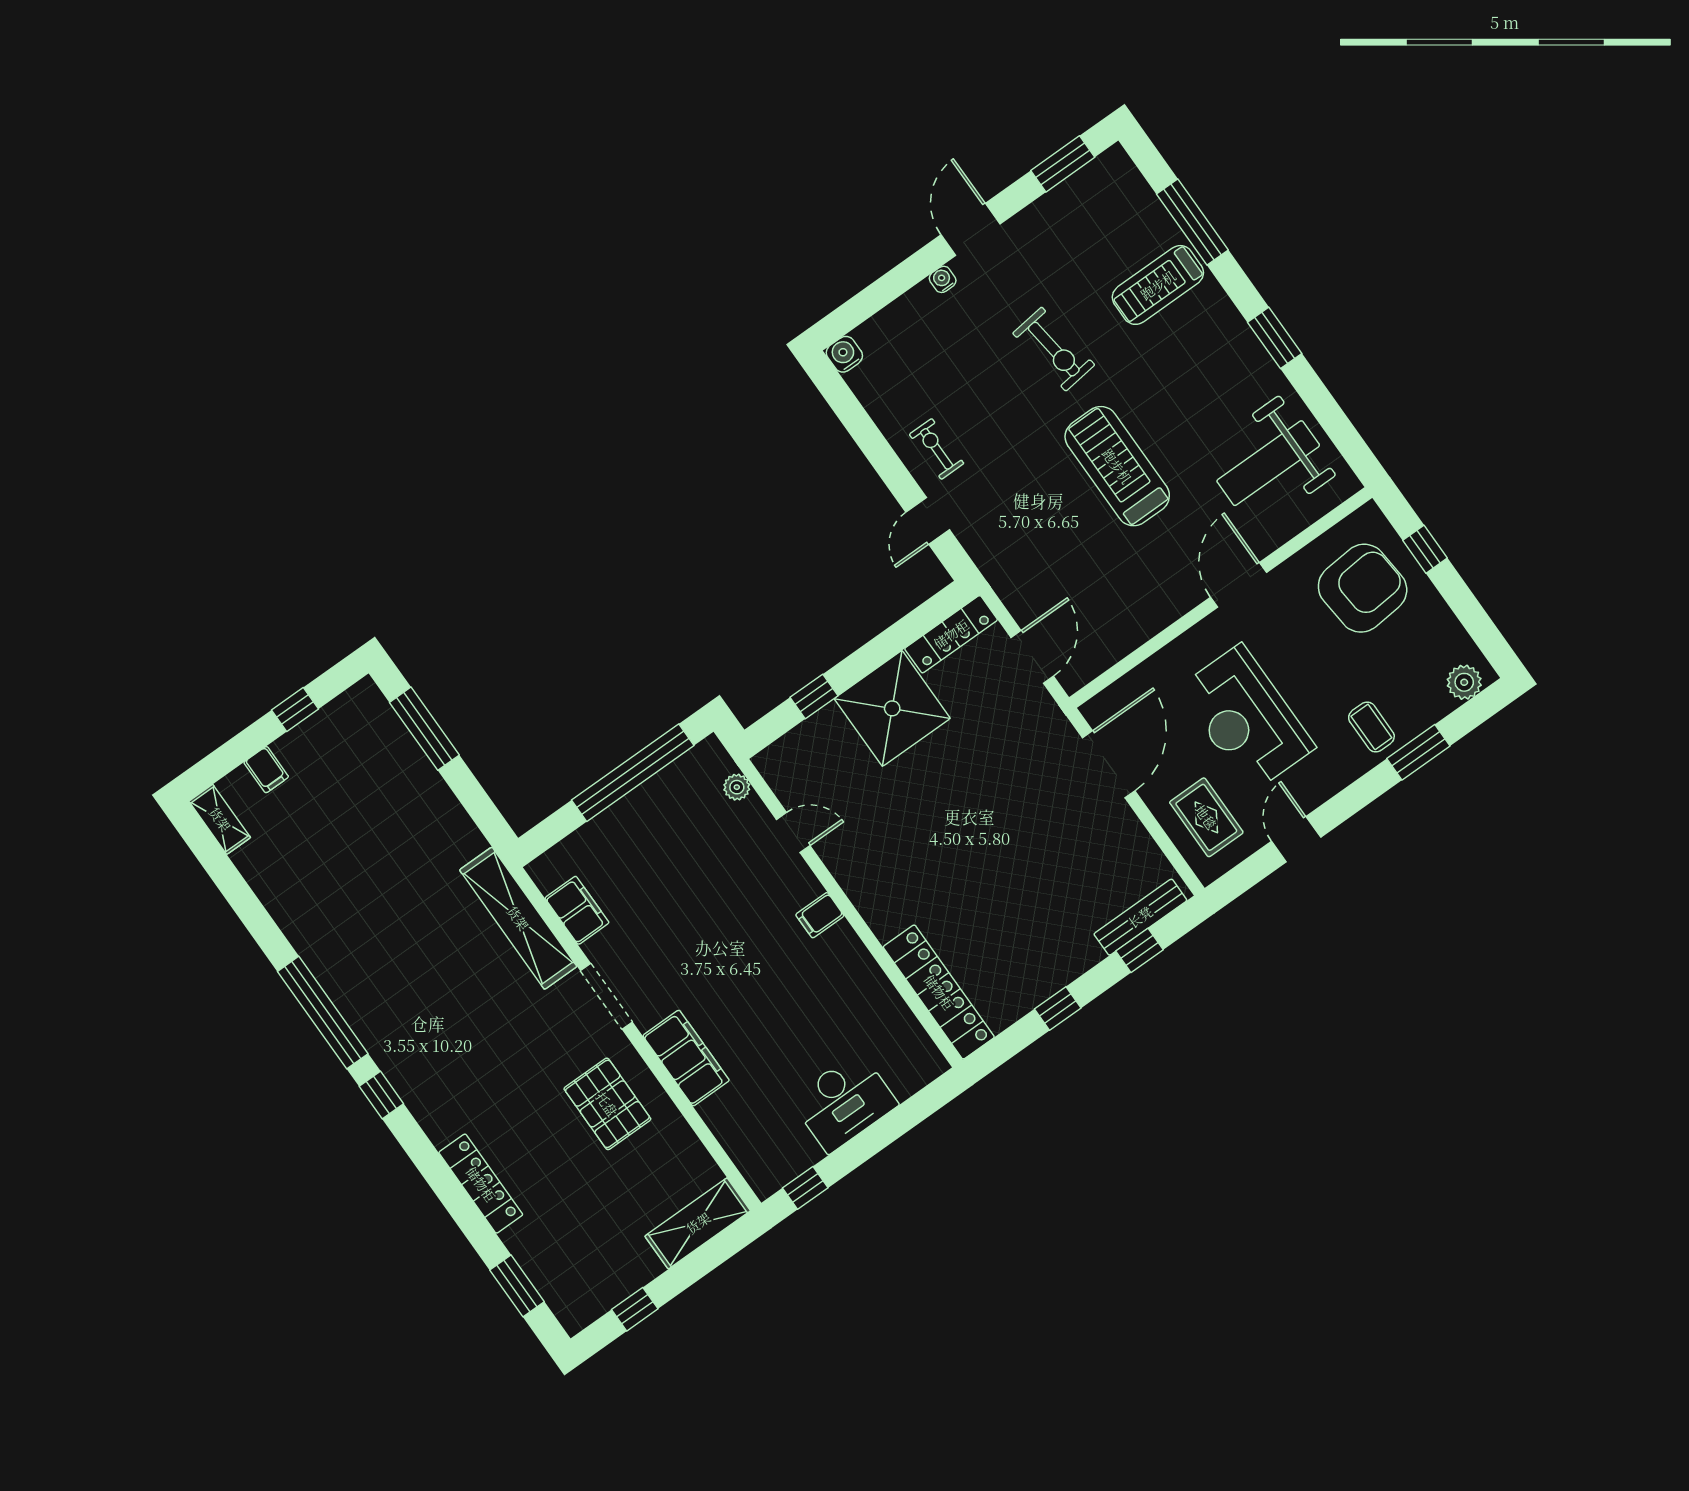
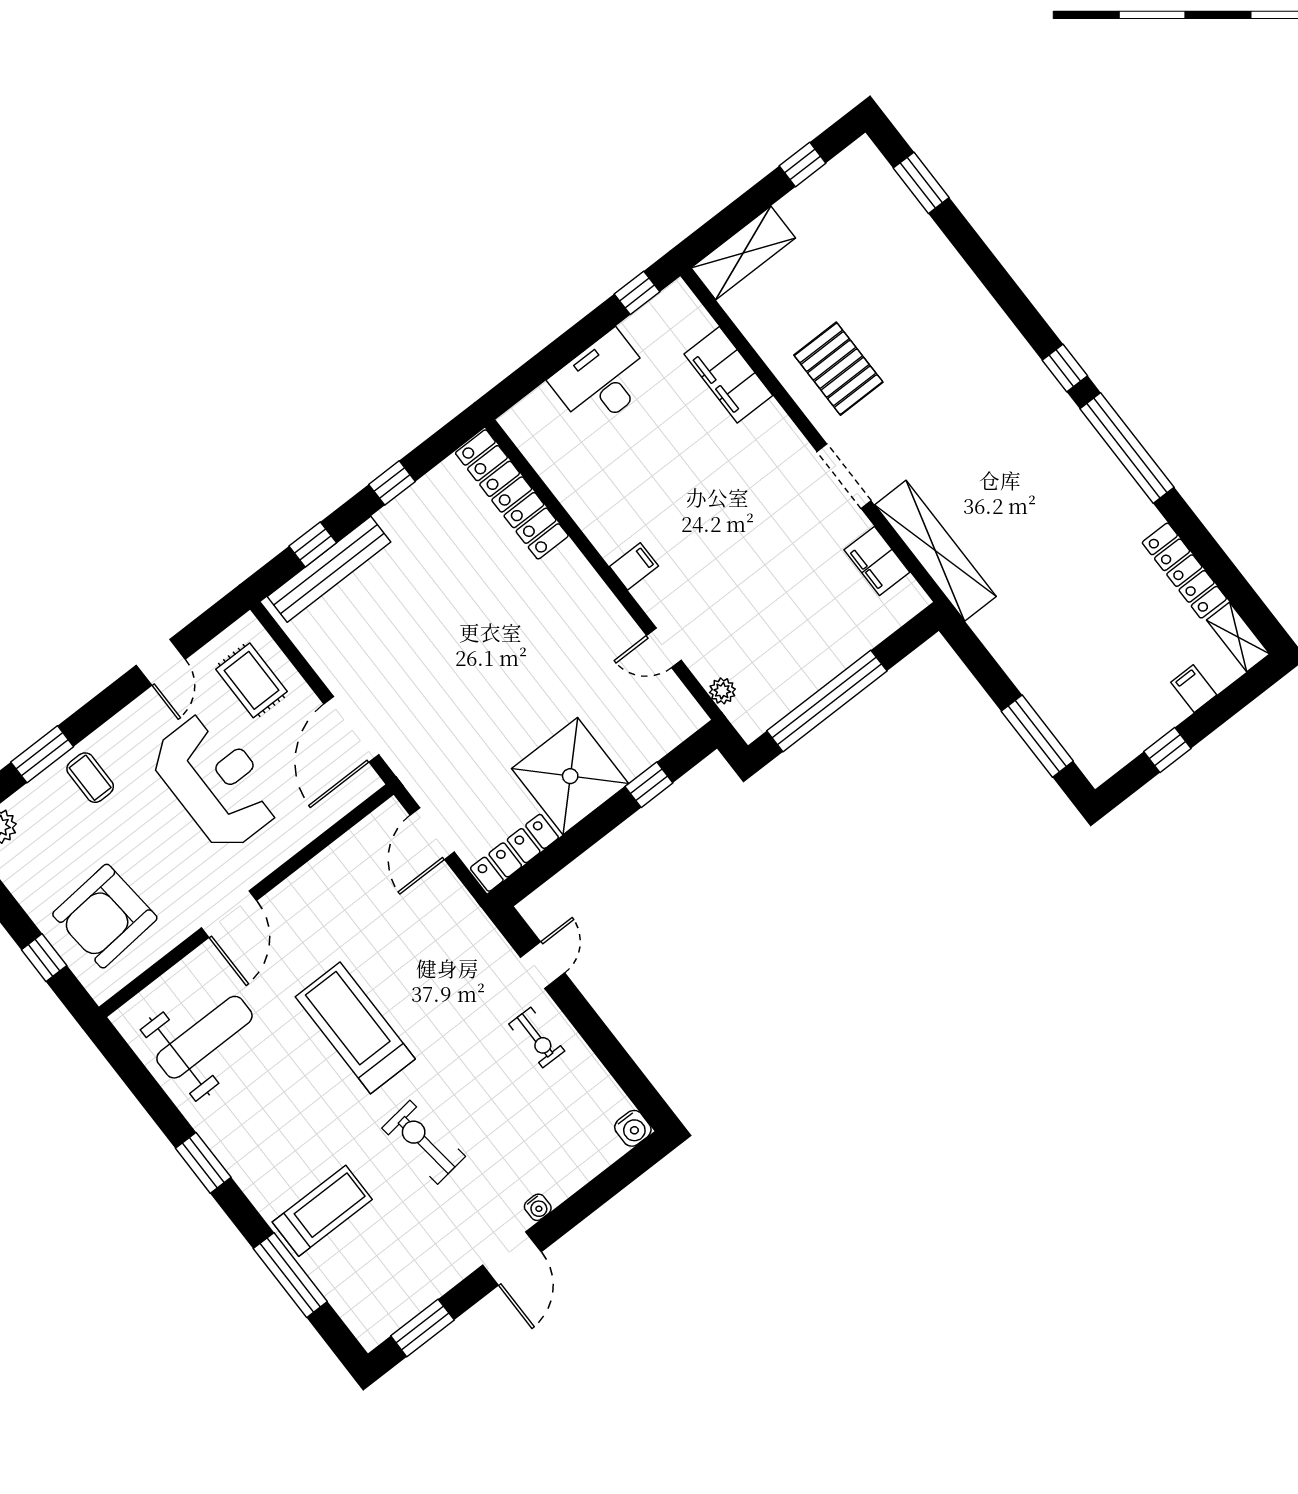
treadmill: (1117, 466) -> (355, 1028), turned 180
bench: (1140, 917) -> (329, 569), width x1.37, depth x1.21
filing cabinet: (686, 1058) -> (728, 375), moved
locker: (481, 1184) -> (1184, 571), moved

